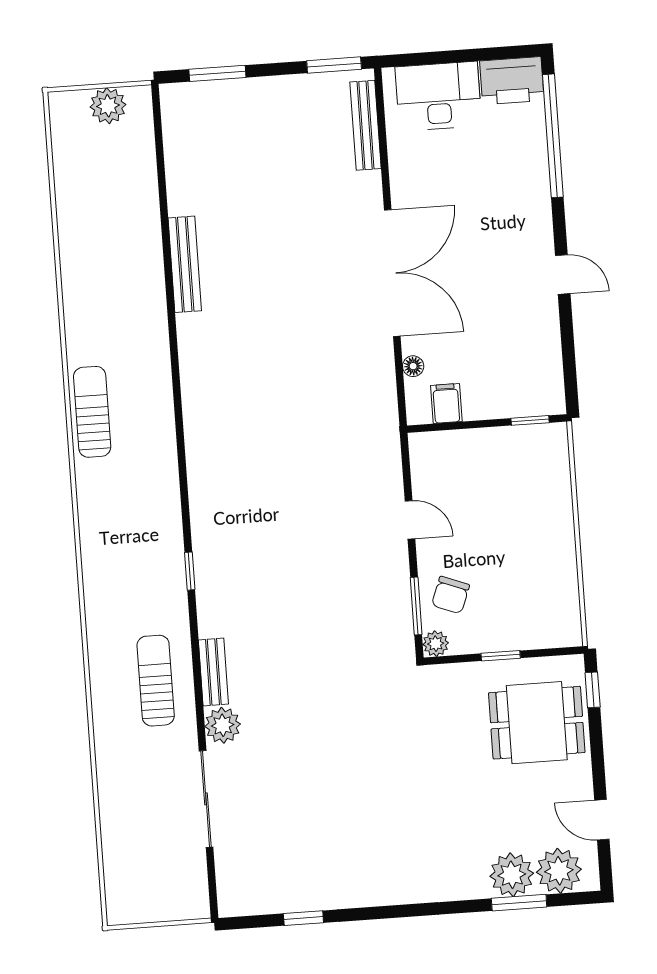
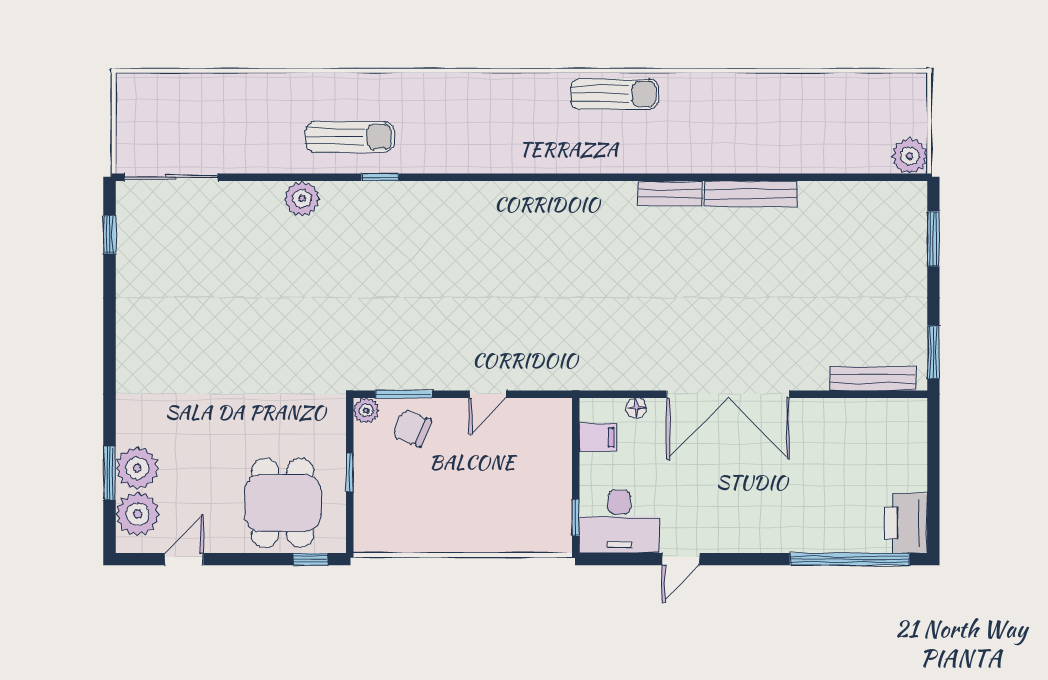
desk: (438, 96) -> (619, 522), moved, turned 90
plant: (108, 106) -> (910, 156), moved
door: (563, 275) -> (681, 559), moved
window: (190, 571) -> (380, 177), moved
bench: (213, 672) -> (670, 193), moved
sliding door: (206, 799) -> (171, 177), moved
window: (303, 918) -> (110, 234), moved

